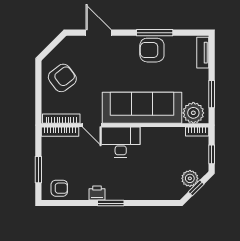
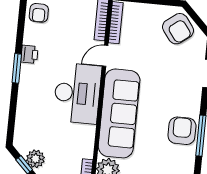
armchair: (62, 78) -> (178, 29), moved
desk: (121, 142) -> (77, 93), width x1.36, depth x1.30

